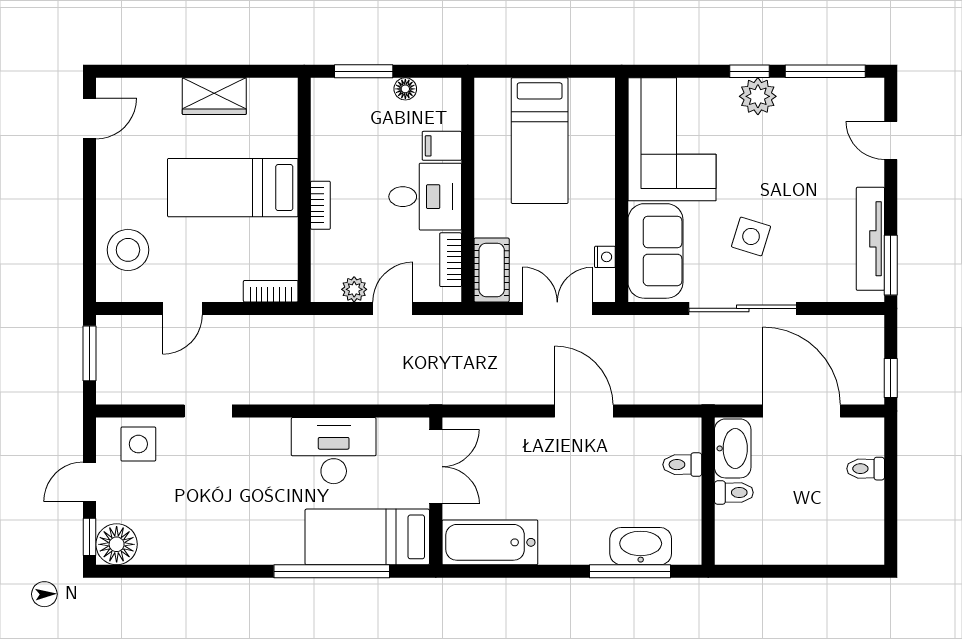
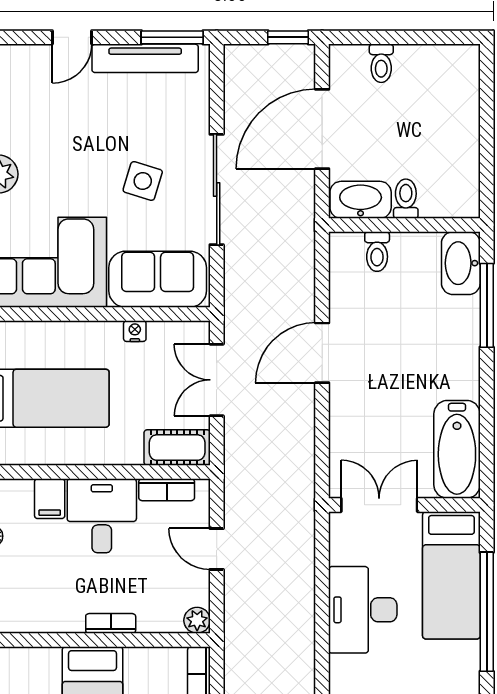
door: (891, 140) -> (72, 37), moved
nightstand: (605, 257) -> (135, 331), moved
plant: (354, 289) -> (197, 620), moved
washbasin: (641, 546) -> (461, 263), moved

